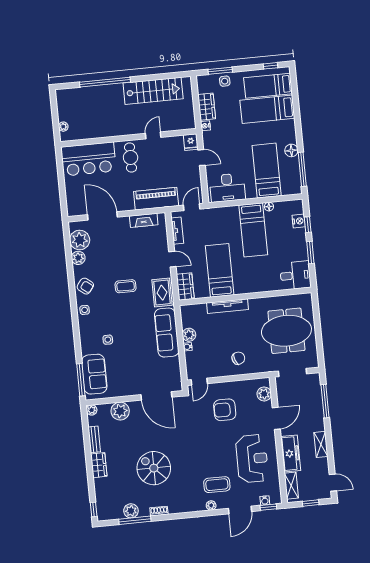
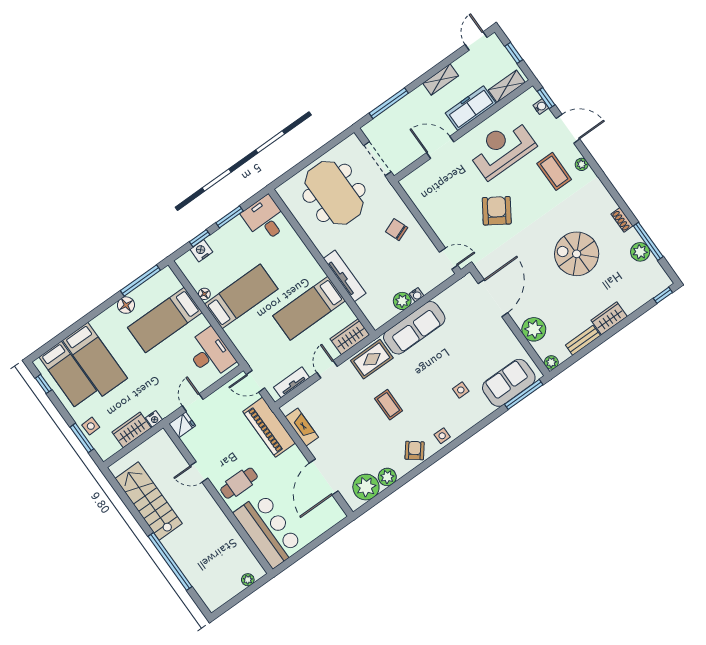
plant: (264, 394) -> (420, 177), removed
armchair: (225, 410) -> (497, 211), moved, turned -147
spiral stairs: (154, 468) -> (577, 254), turned 90

